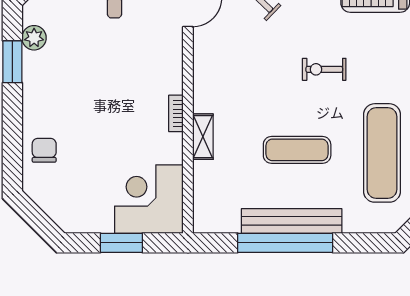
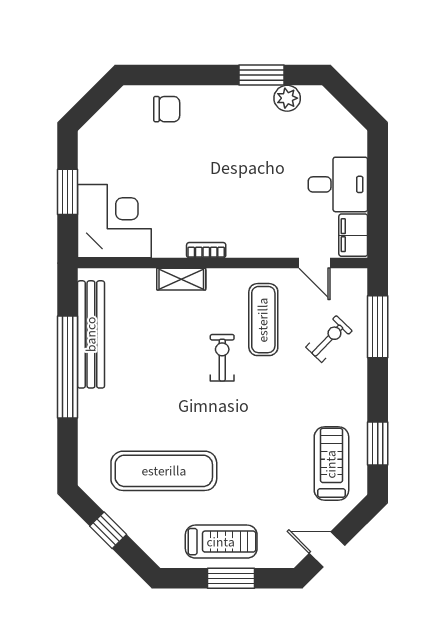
exercise bike: (324, 69) -> (222, 358), moved
exercise mat: (297, 150) -> (263, 320), moved
bench: (292, 221) -> (91, 334), moved

